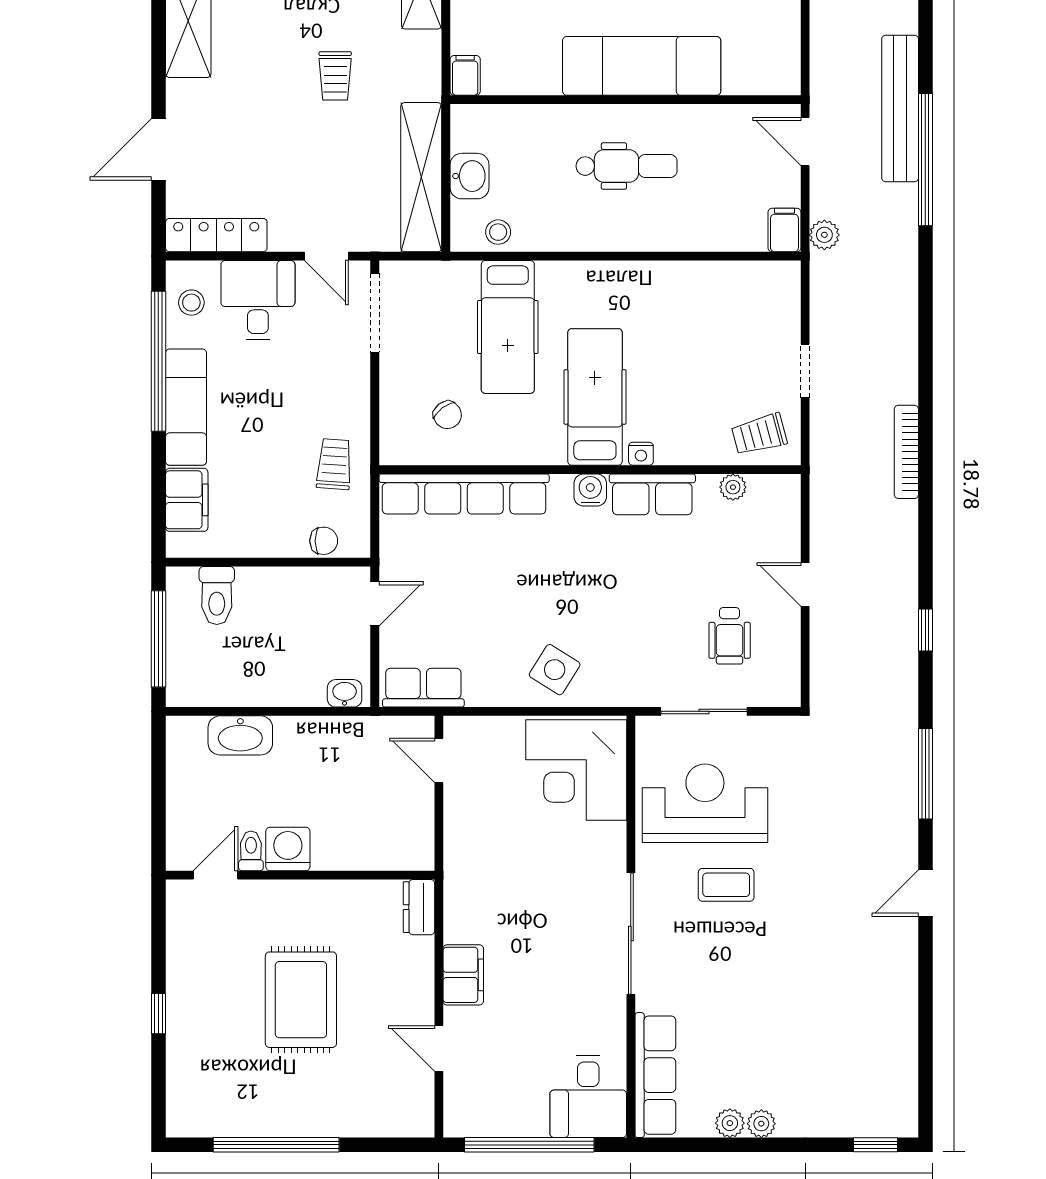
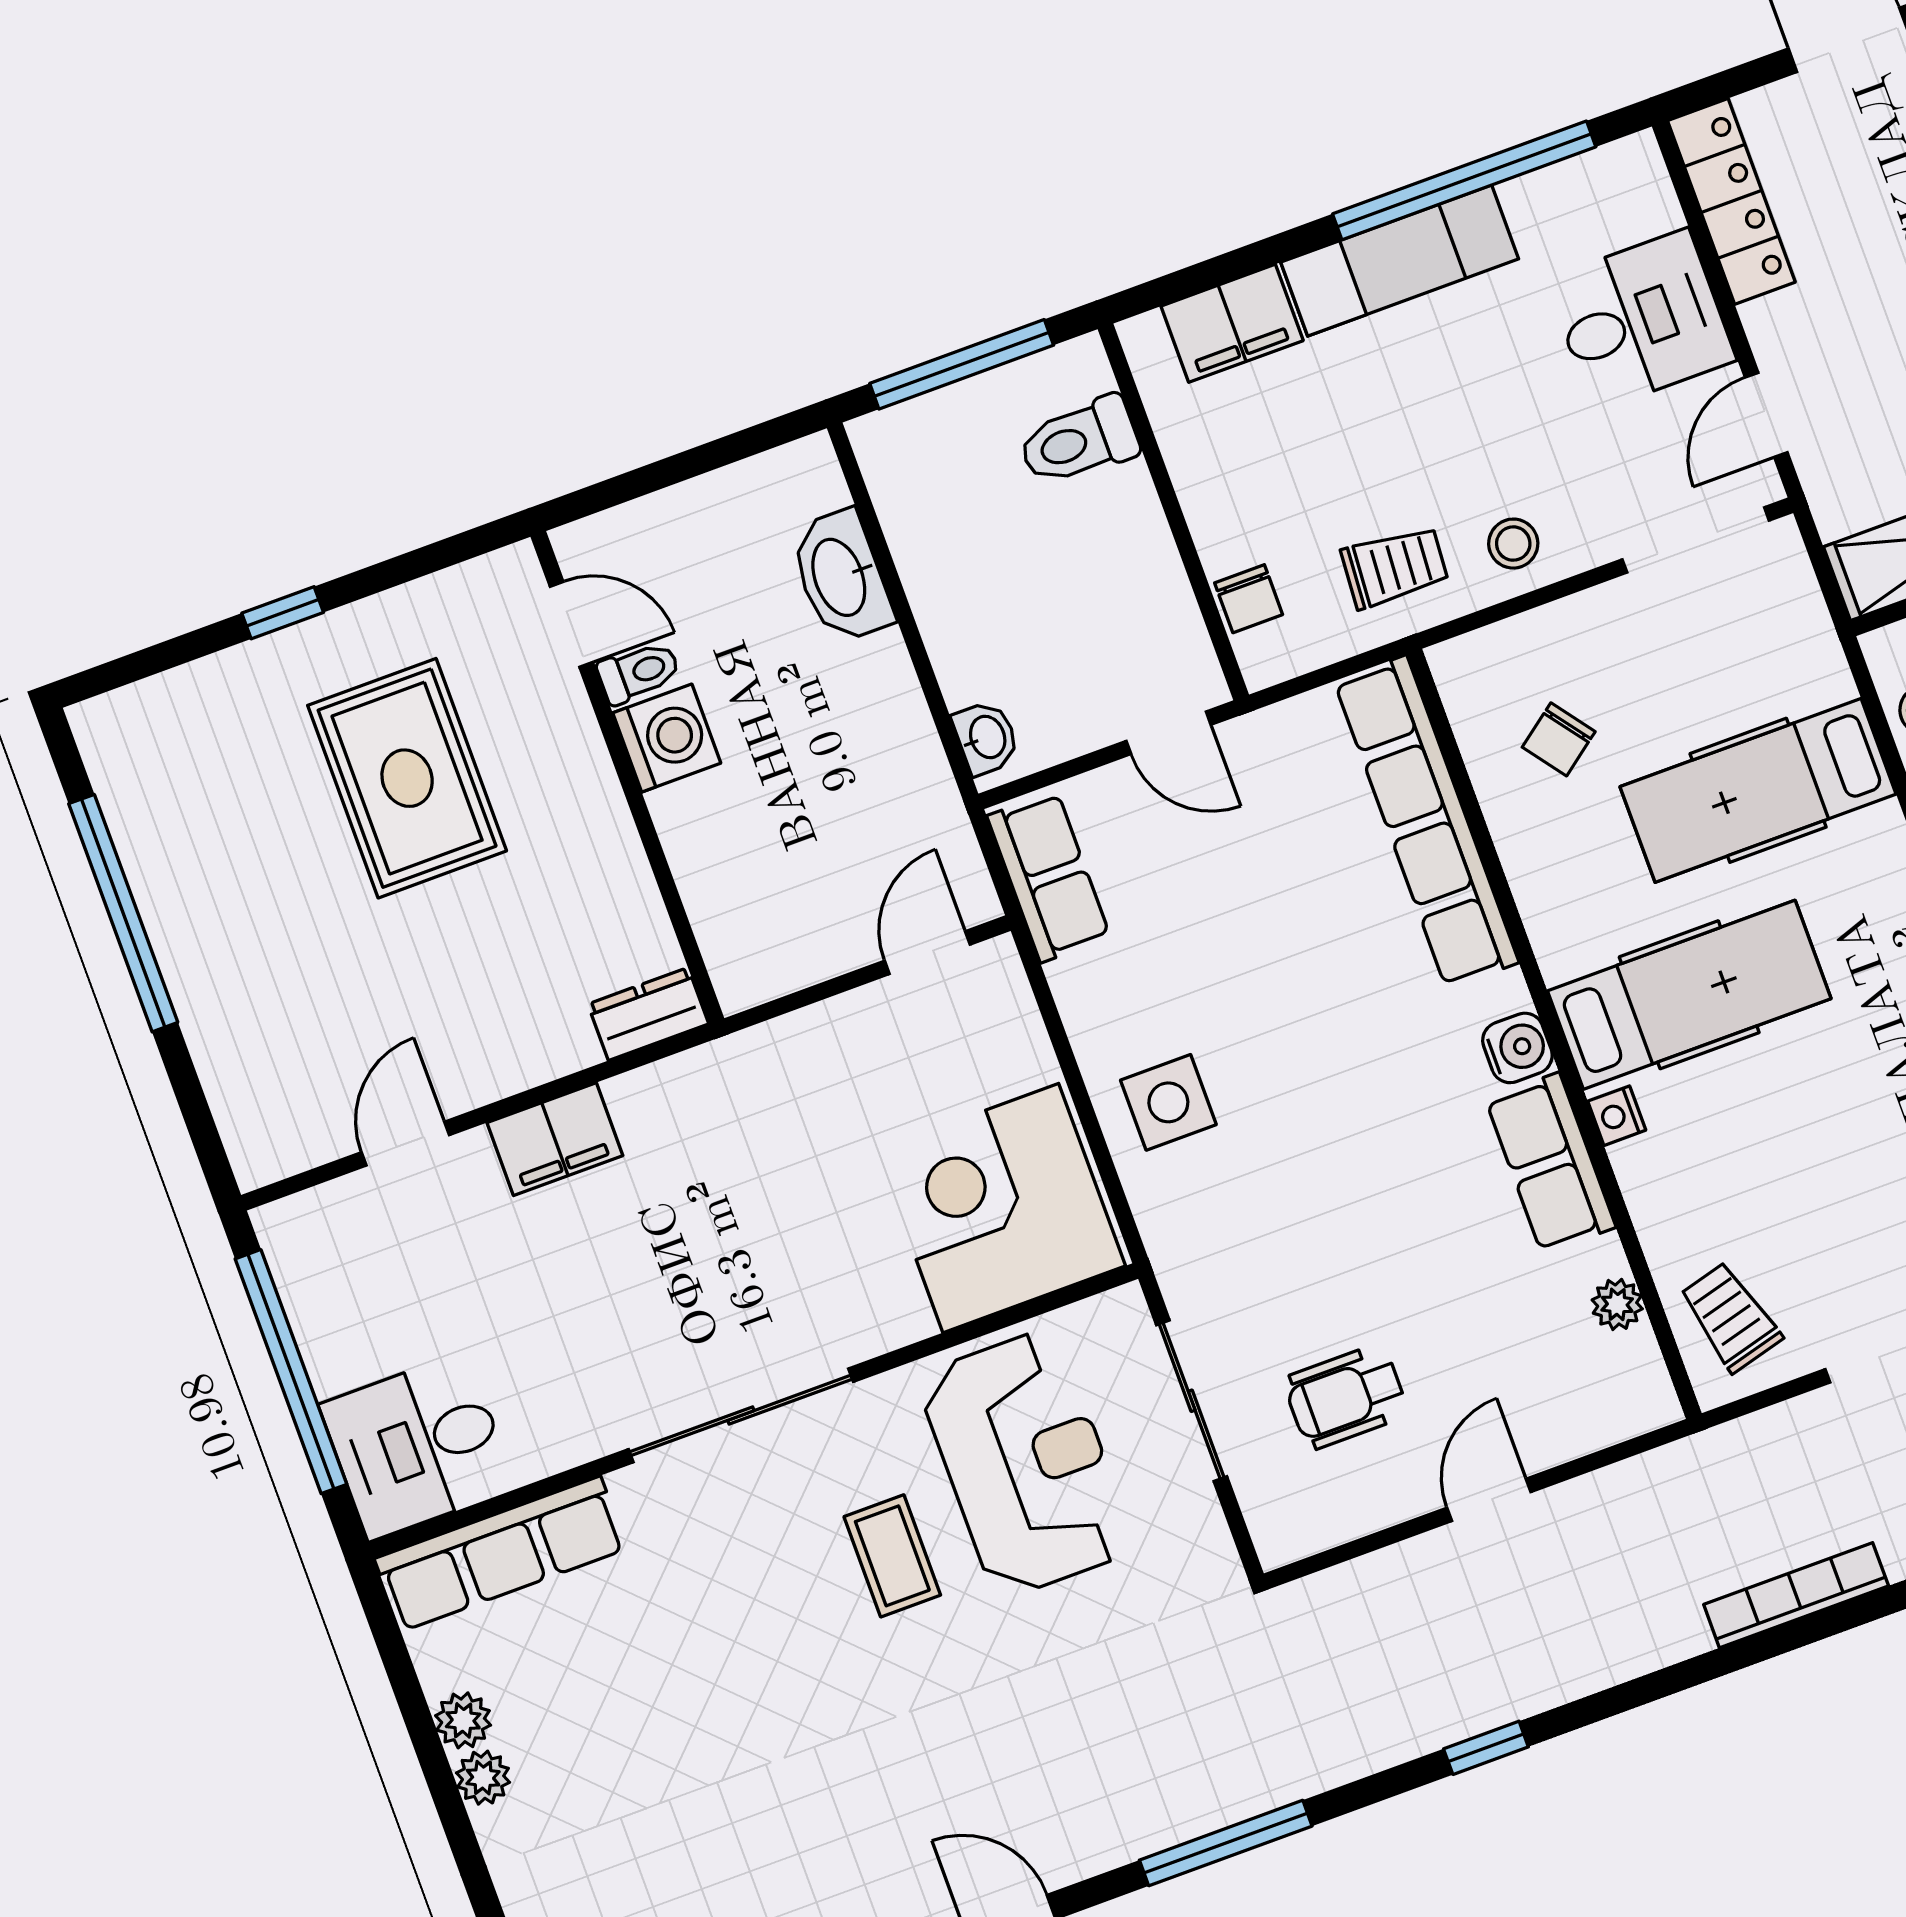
stool: (191, 303) -> (1513, 544), moved
side table: (555, 670) -> (1168, 1102), turned -32
rug: (301, 1000) -> (407, 778), moved, turned 90

